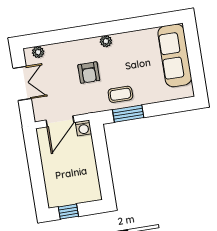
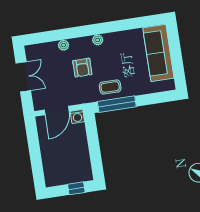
plant: (38, 52) -> (64, 45), moved
window: (128, 114) -> (117, 104), width x1.44
window: (68, 212) -> (76, 188), moved

